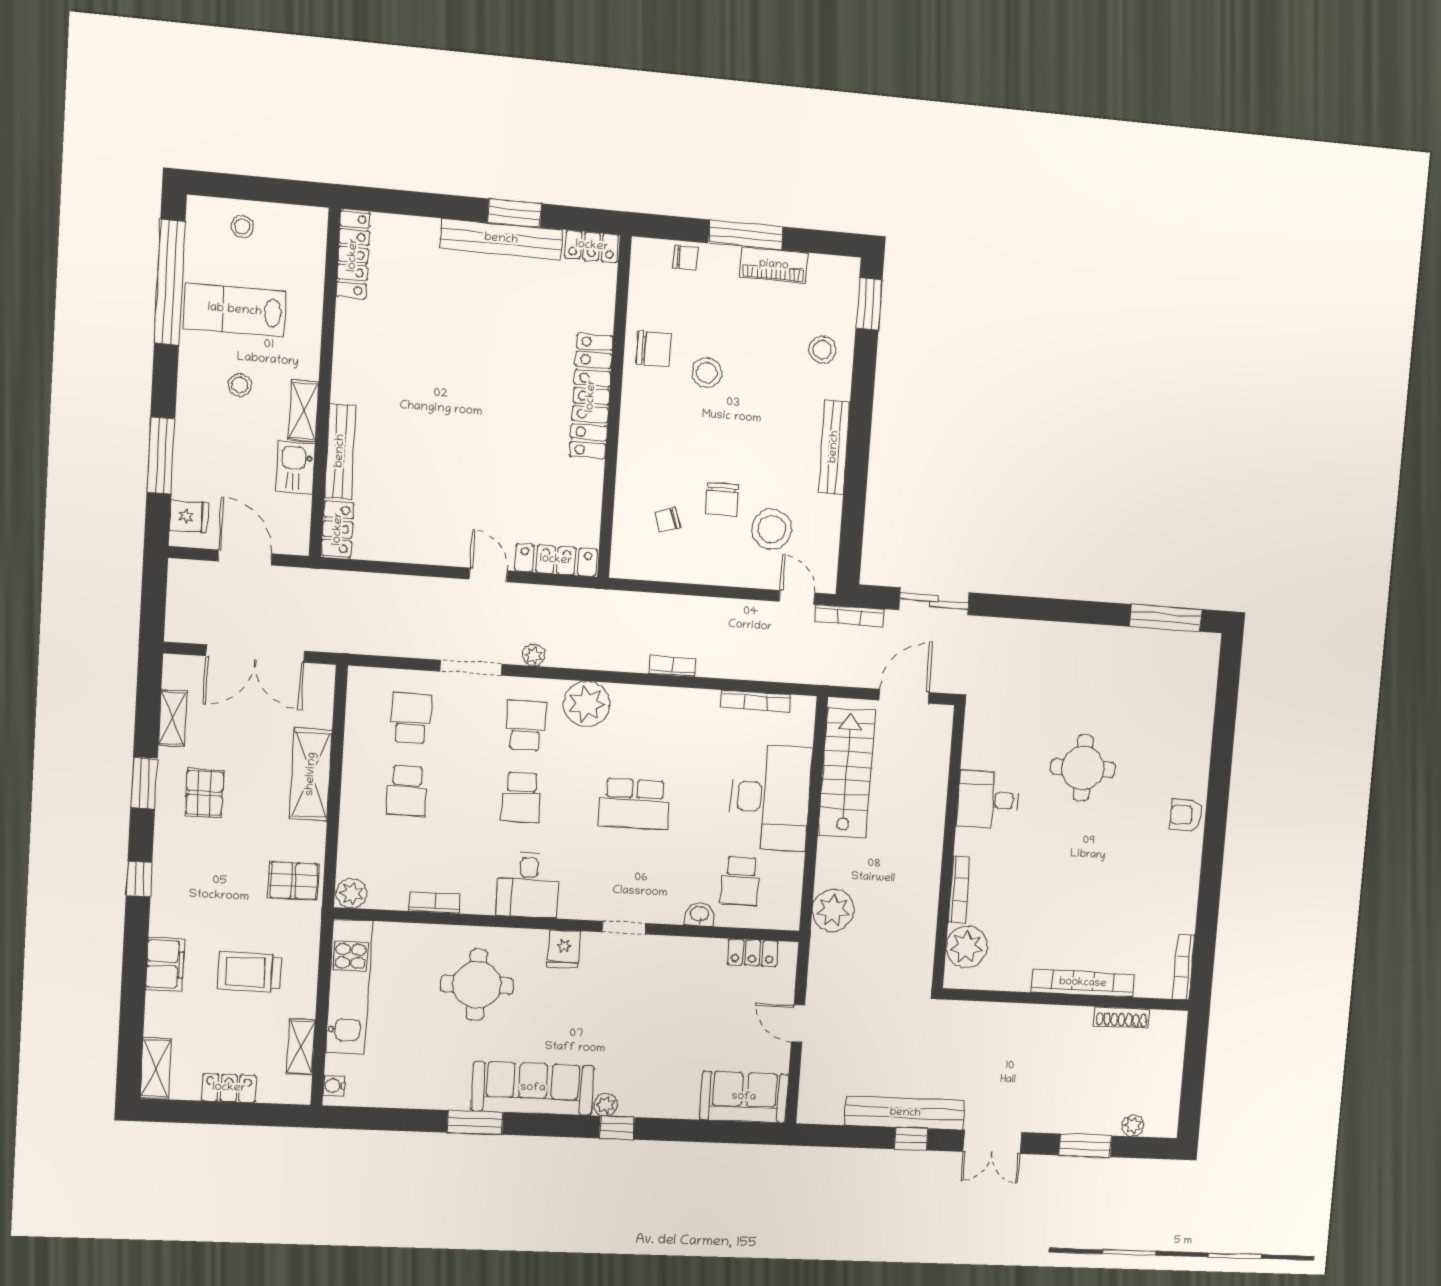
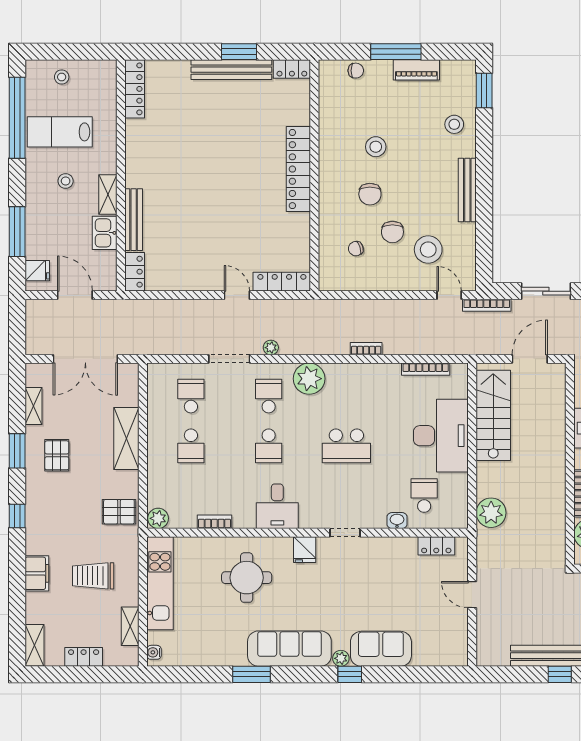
chair: (653, 349) -> (370, 194), moved, turned 90
school desk: (740, 881) -> (424, 496), turned 180
sofa: (744, 1097) -> (381, 649), moved

